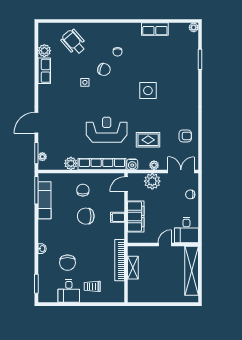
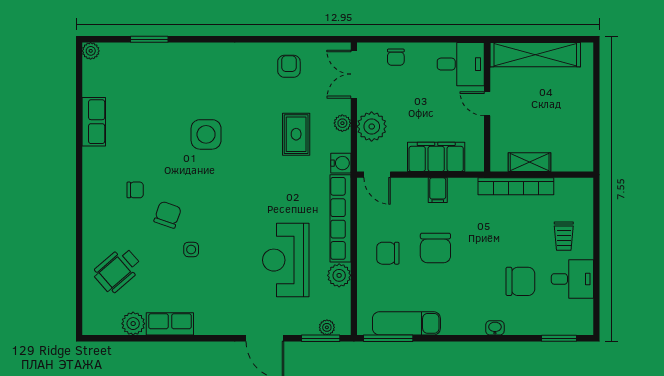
reception desk: (107, 130) -> (286, 260), moved

